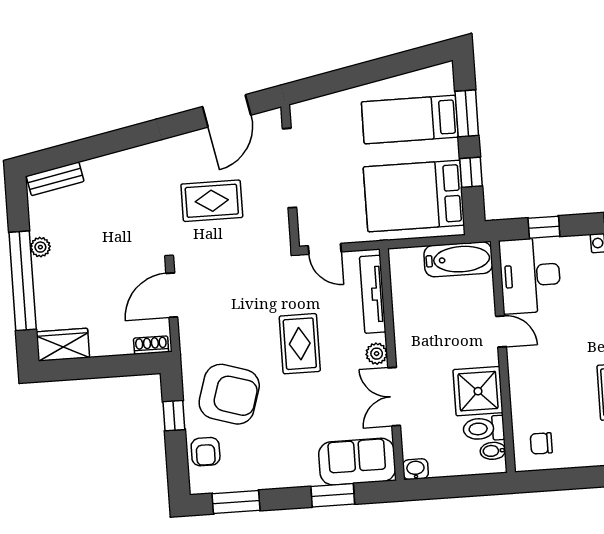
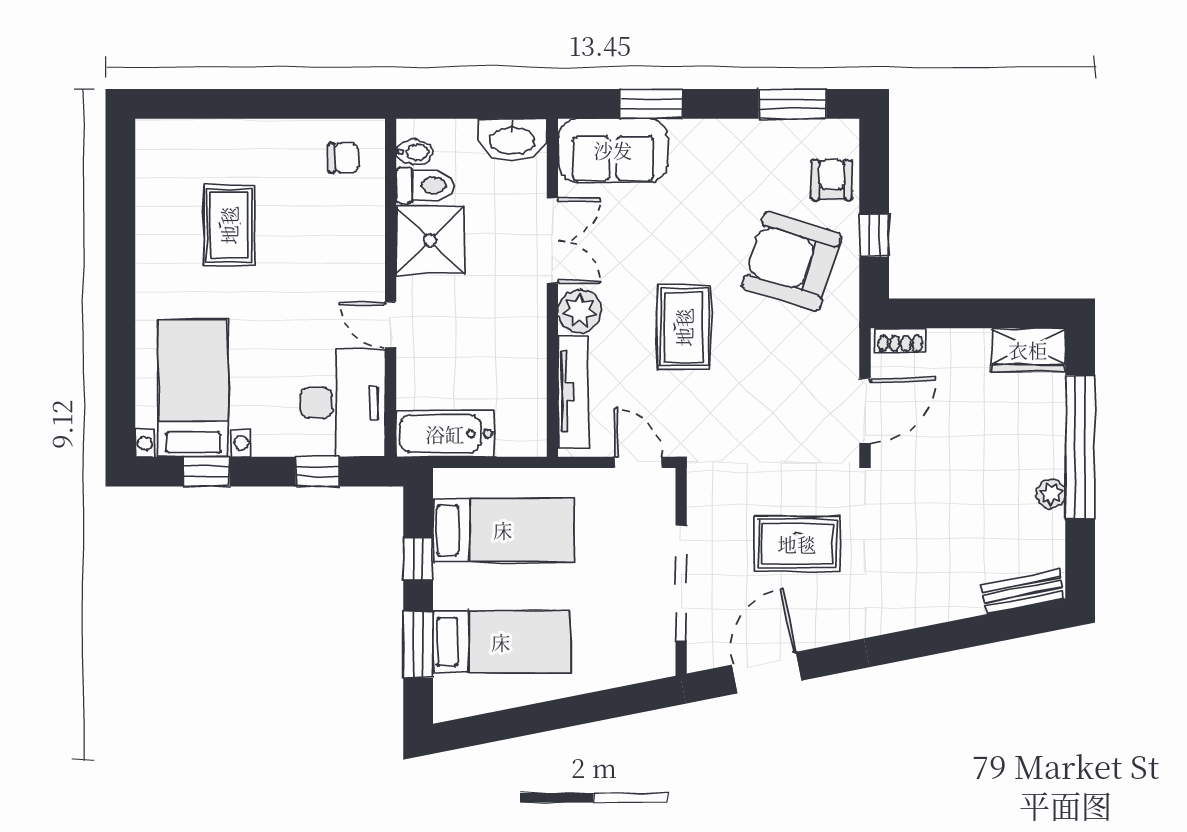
bed: (414, 196) -> (503, 530), width x0.67
plant: (377, 354) -> (579, 311), width x1.38, depth x1.38
washbasin: (416, 469) -> (512, 140), width x1.91, depth x1.45

